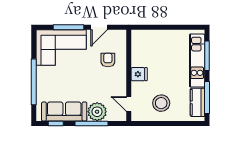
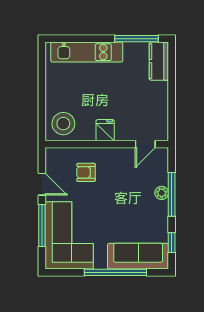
window: (207, 56) -> (80, 39), removed
kitchen counter: (197, 102) -> (159, 61), moved, turned 90
stool: (161, 103) -> (63, 124), moved
sofa: (64, 112) -> (138, 256), moved, turned 90
plant: (97, 112) -> (162, 193), width x0.53, depth x0.53

